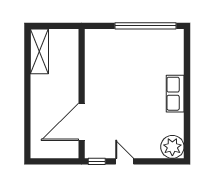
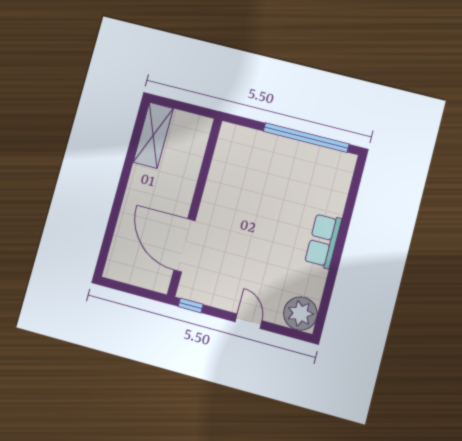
door: (82, 122) -> (185, 245), hinge flipped
door: (125, 161) -> (249, 321), moved

